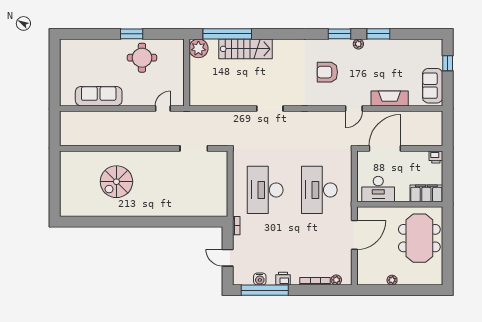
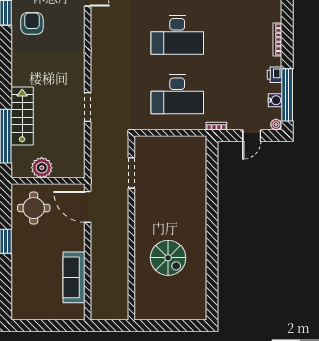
plant: (198, 48) -> (42, 168), moved
round table: (142, 58) -> (34, 208), moved
armchair: (327, 72) -> (32, 23), moved, turned 180
door: (163, 109) -> (88, 207), width x1.87
doorway: (270, 109) -> (88, 107), moved
plant: (336, 280) -> (276, 125), moved

